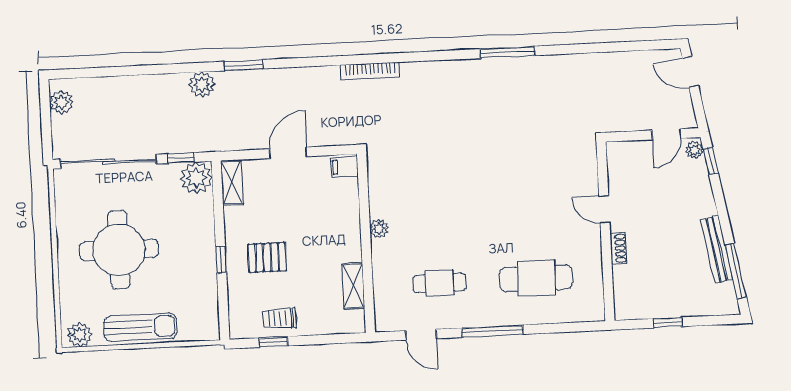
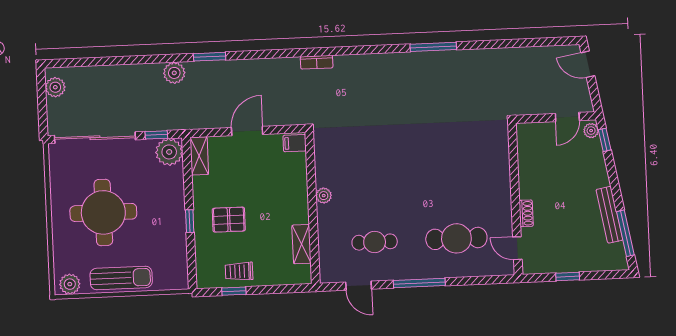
bookcase: (370, 71) -> (317, 62), width x0.64
door: (604, 209) -> (517, 248), moved

